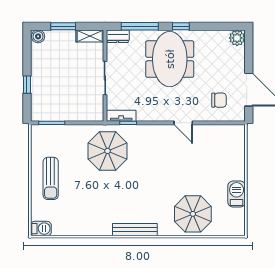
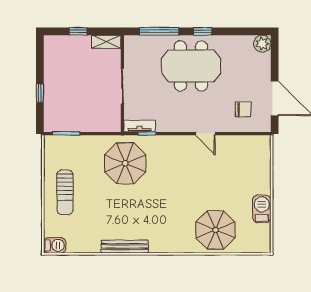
window: (63, 26) -> (78, 31), width x0.67
boiler: (38, 36) -> (52, 42), removed
dresser: (118, 36) -> (136, 42), removed
meeting table: (170, 59) -> (191, 66), turned 90
bench: (135, 230) -> (125, 247), moved

